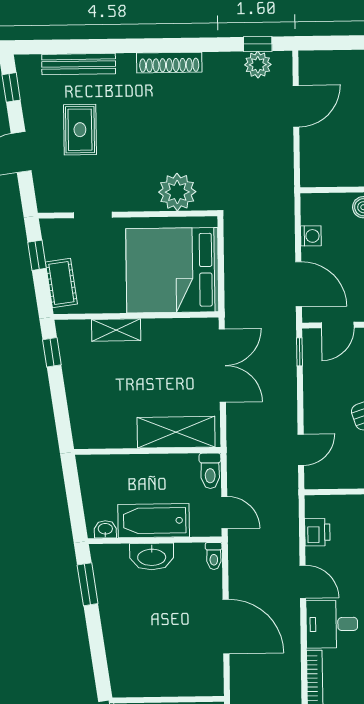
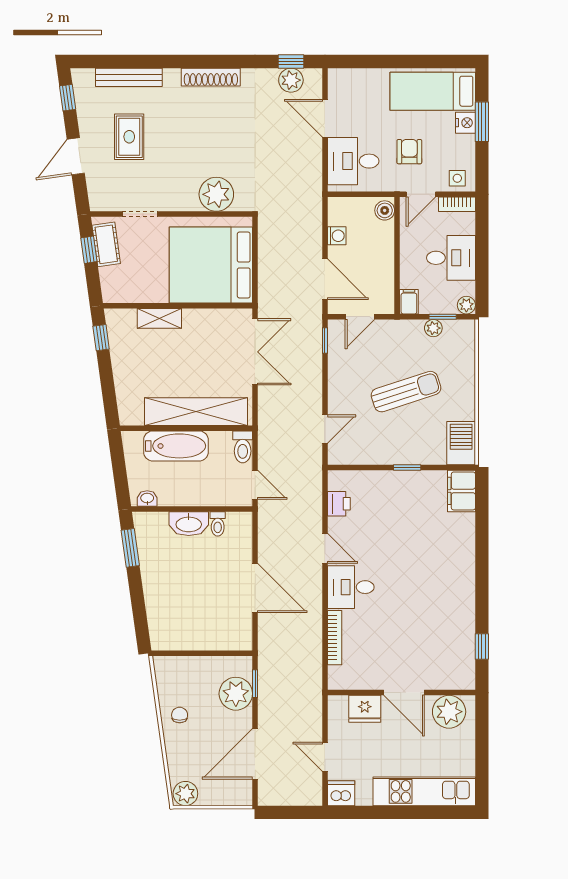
door: (296, 106) -> (325, 118), swing flipped
desk: (328, 153) -> (353, 161), added
cot: (61, 283) -> (106, 244), moved
shelving: (176, 432) -> (196, 412), width x1.47
bathtub: (154, 521) -> (176, 446), moved, turned 180
toilet: (214, 556) -> (218, 524), moved

